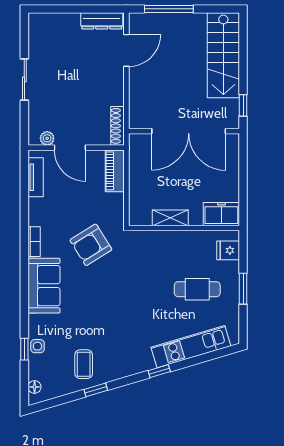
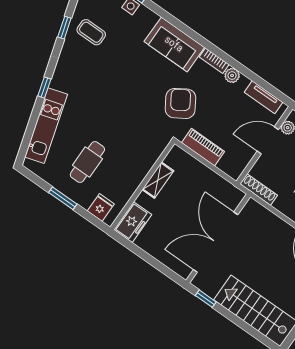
piano: (115, 171) -> (203, 147), moved
plant: (36, 217) -> (232, 75), added

